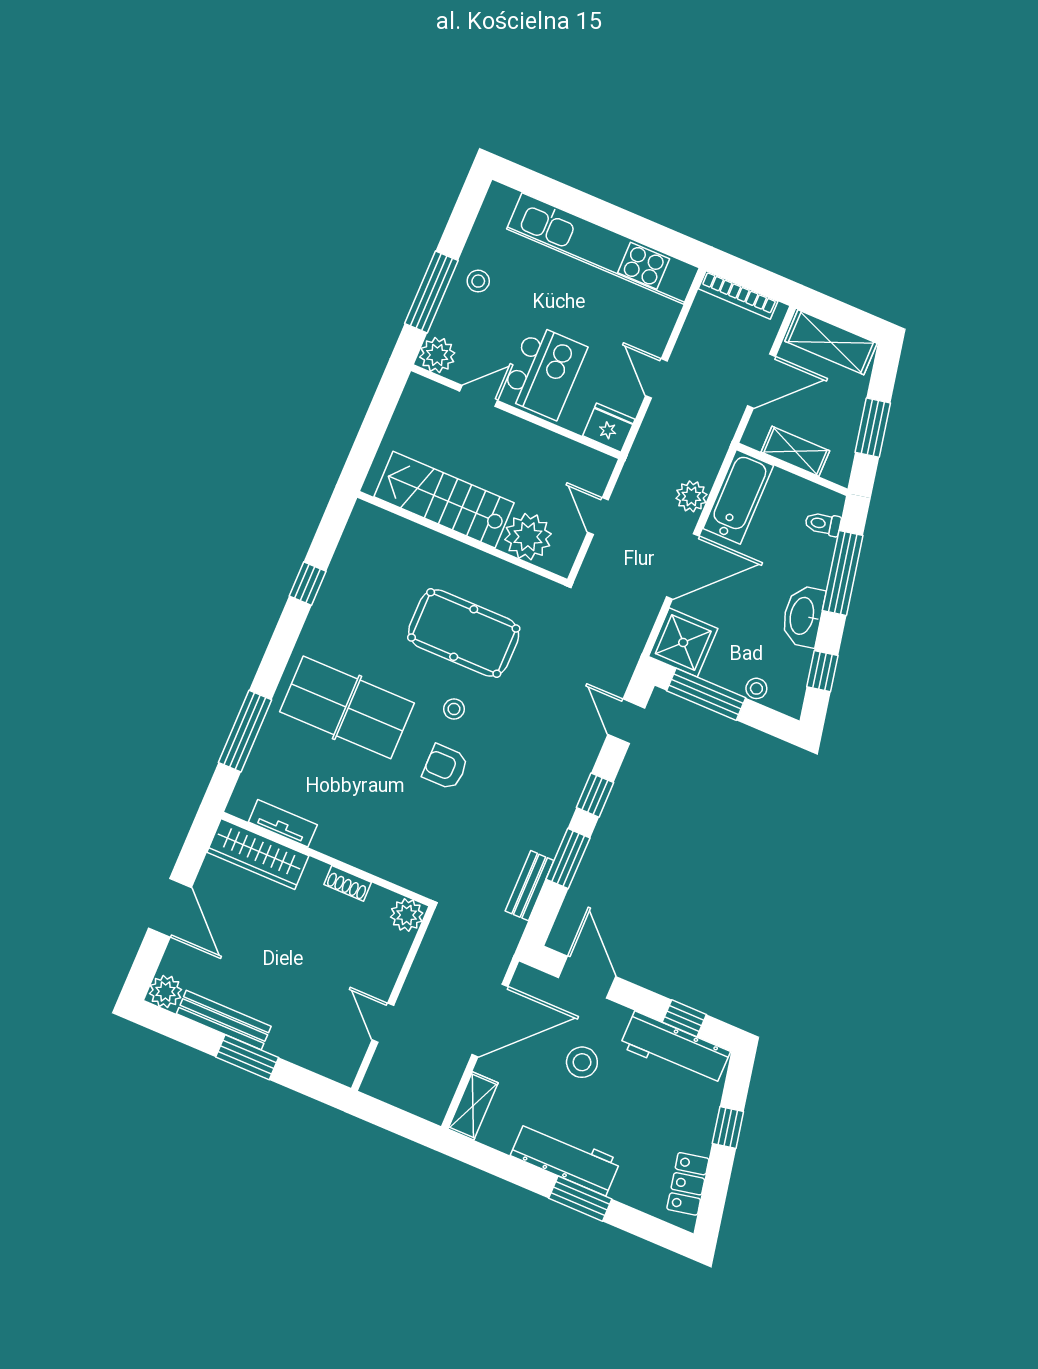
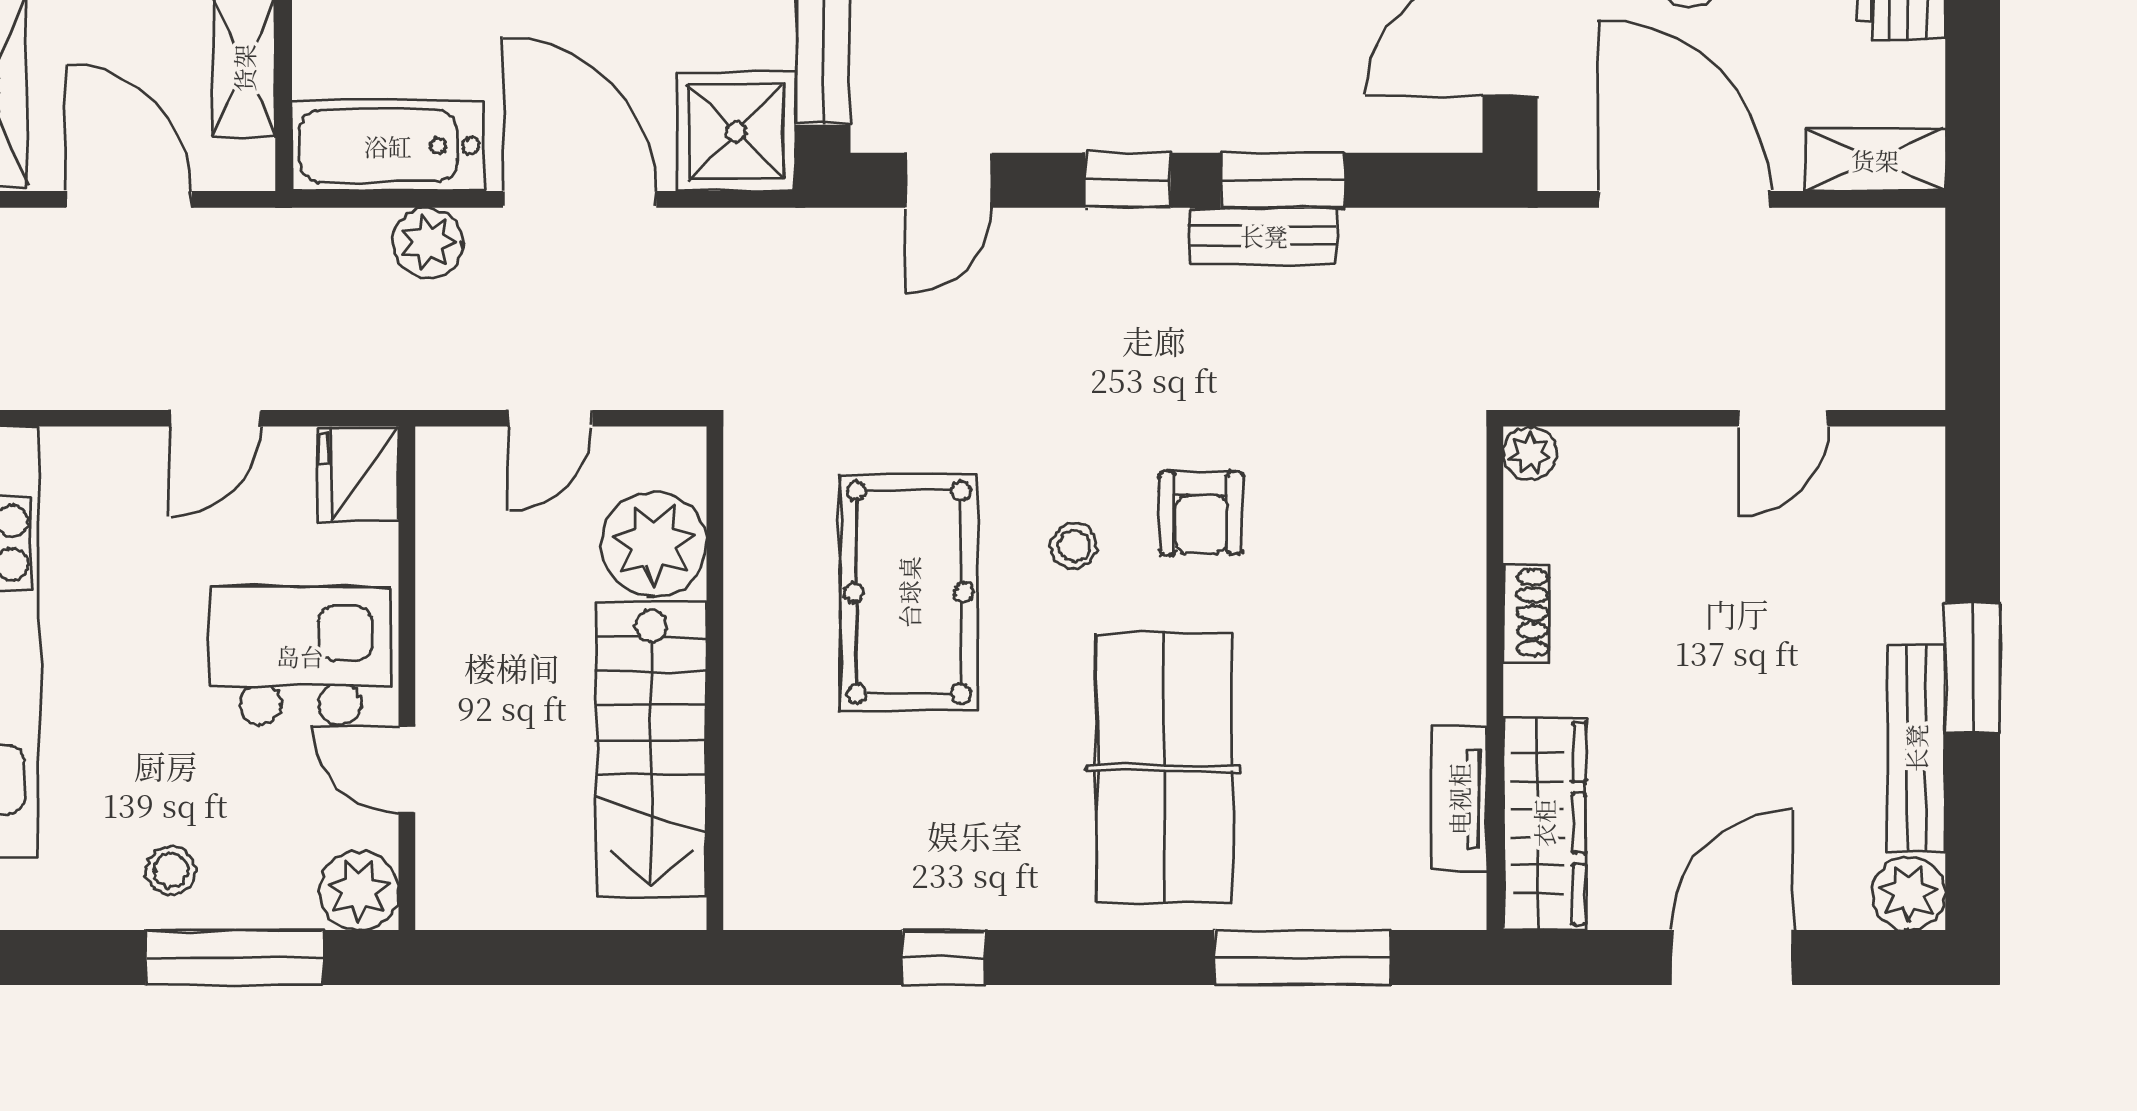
bench: (530, 886) -> (1264, 236), moved
plant: (407, 915) -> (1530, 453), width x0.73, depth x0.73

